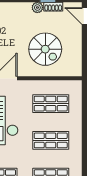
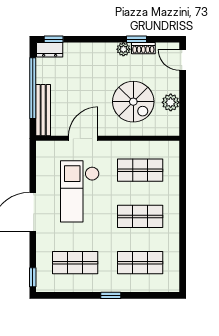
plant: (75, 50) -> (171, 102), added

